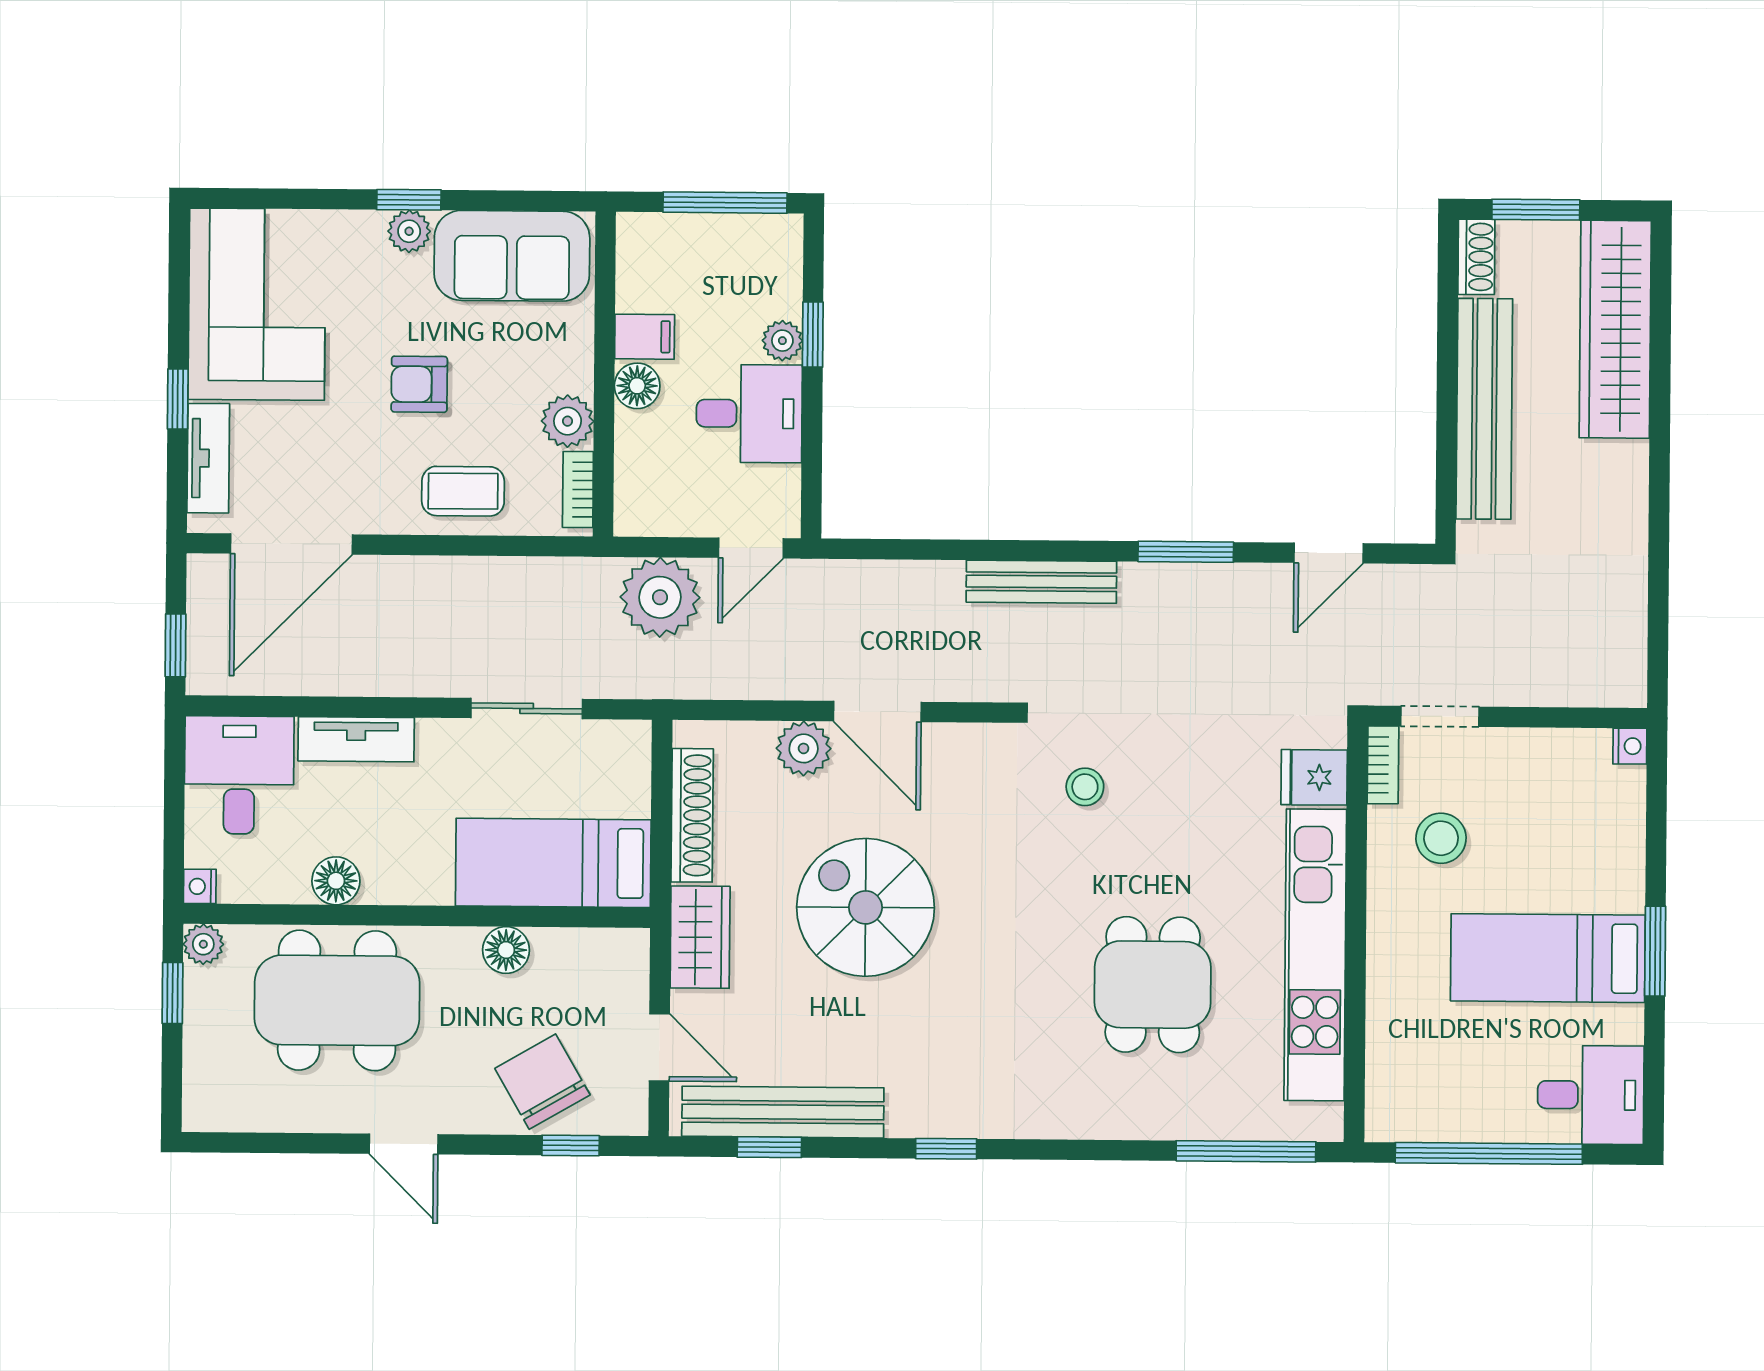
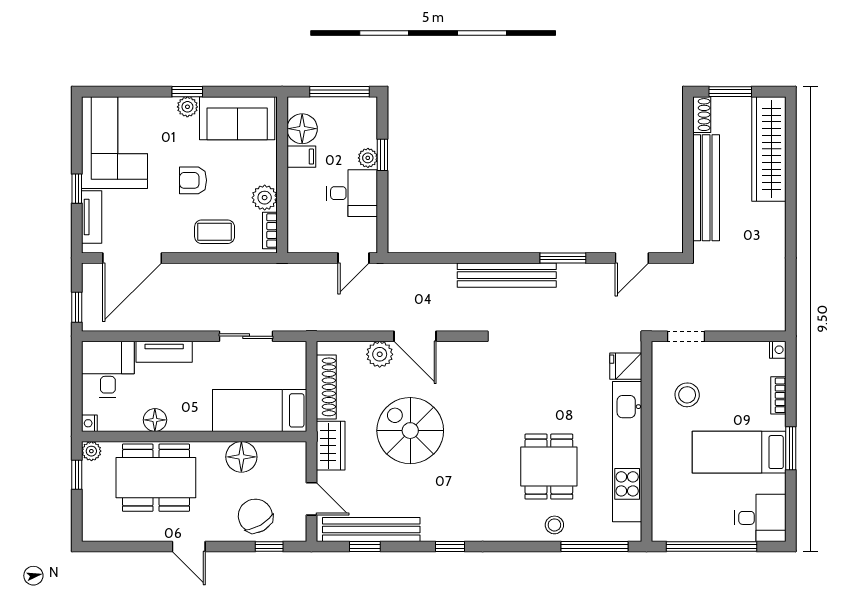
floor lamp: (637, 386) -> (302, 129), moved, width x1.38, depth x1.38
bench: (1041, 582) -> (507, 275), width x1.37, depth x1.21
plant: (660, 597) -> (310, 282), removed
bookcase: (1383, 765) -> (778, 395), moved, turned 180
stool: (1085, 787) -> (554, 525), moved
floor lamp: (506, 950) -> (241, 457), width x1.38, depth x1.38

